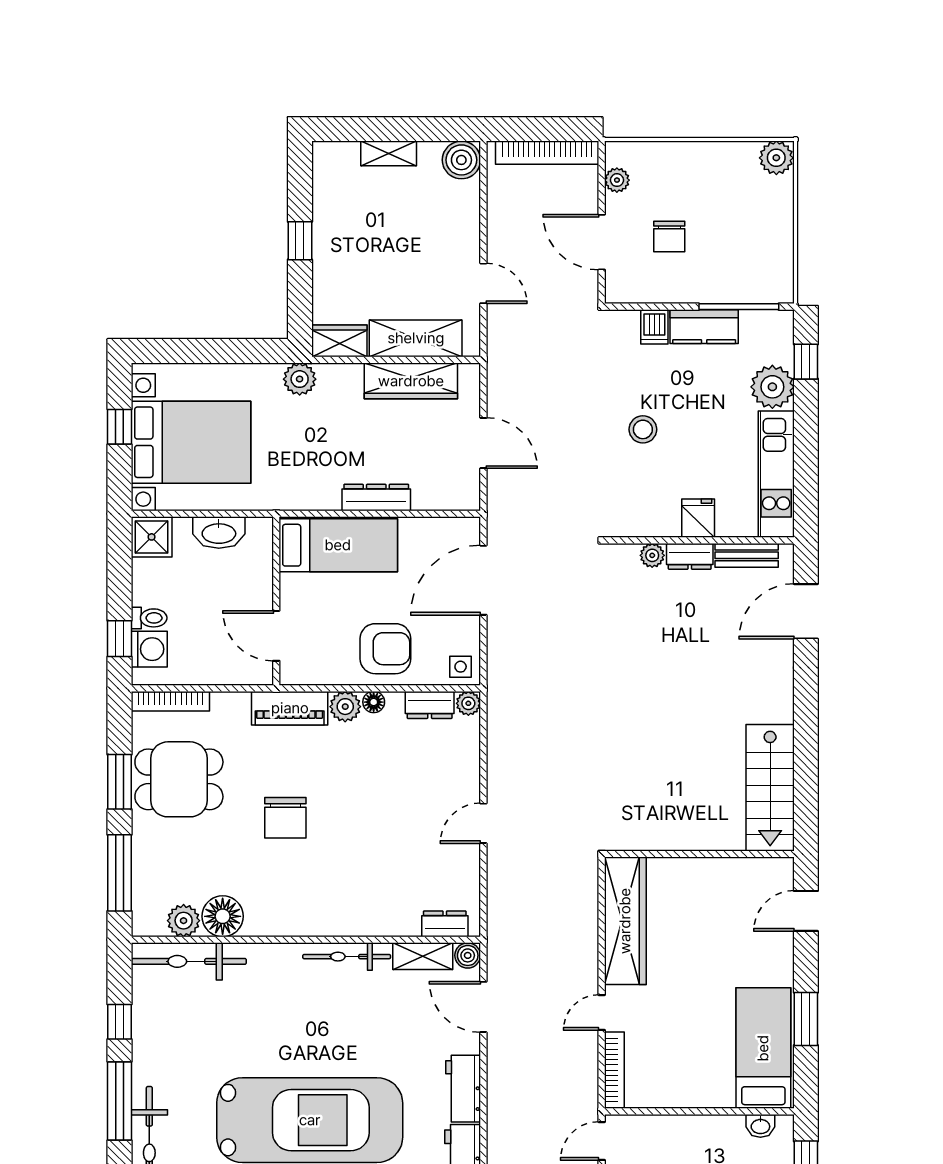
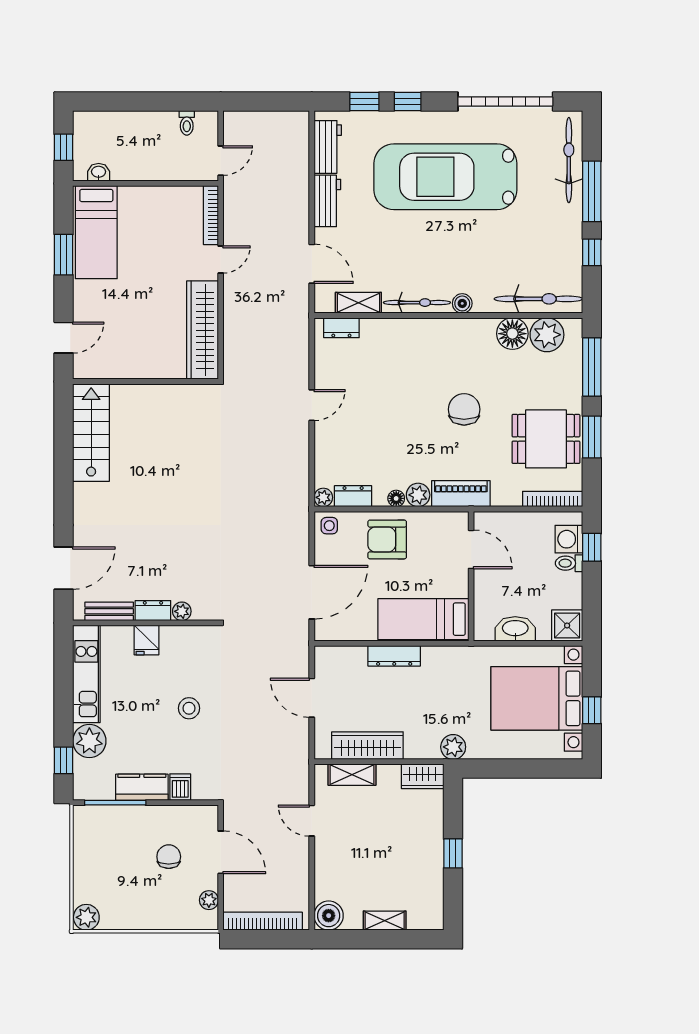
shelving: (416, 338) -> (352, 775), width x0.67, depth x0.75
plant: (184, 921) -> (547, 335), width x1.36, depth x1.36
boiler: (468, 955) -> (462, 303), moved

